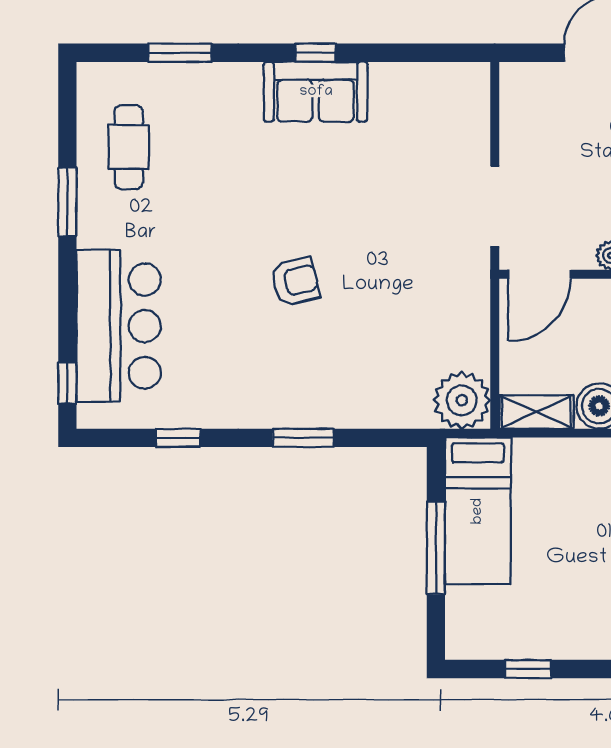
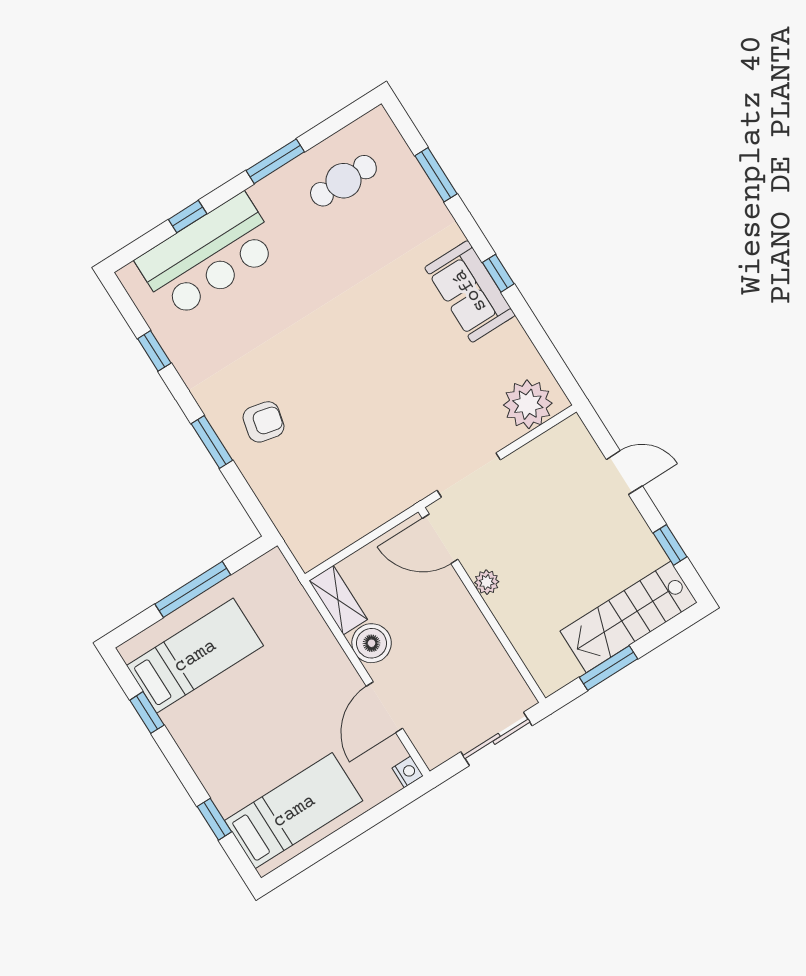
armchair: (295, 282) -> (264, 422), moved, turned -63
window: (67, 383) -> (188, 217), moved
plant: (462, 400) -> (528, 404), moved
bed: (478, 511) -> (195, 656), moved, turned 180

